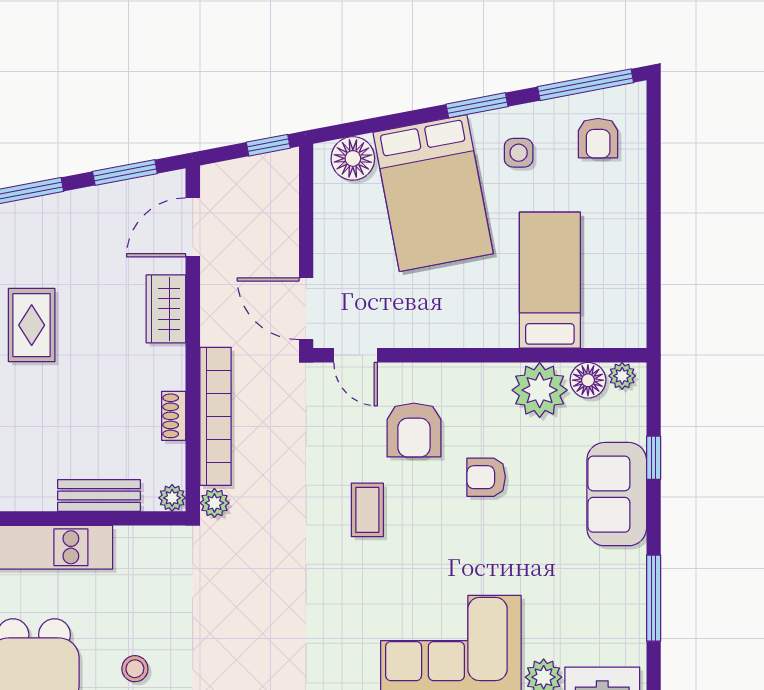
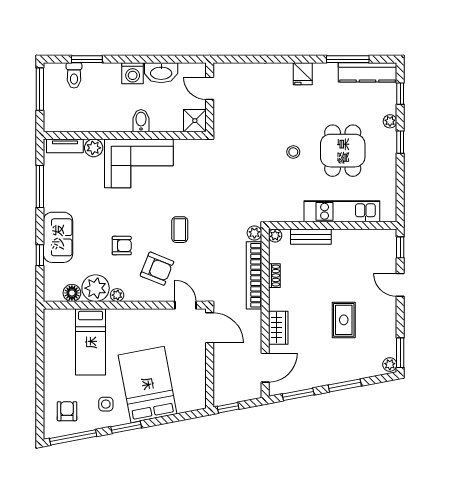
floor lamp: (353, 158) -> (187, 401), removed
plant: (622, 376) -> (117, 295), moved
armchair: (414, 430) -> (157, 269), turned 112

